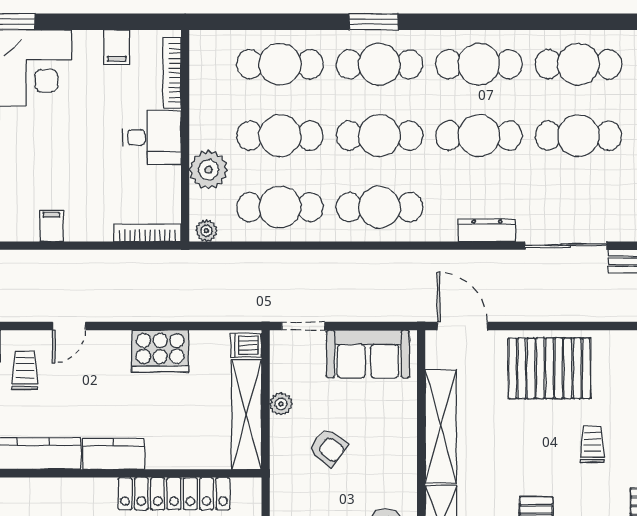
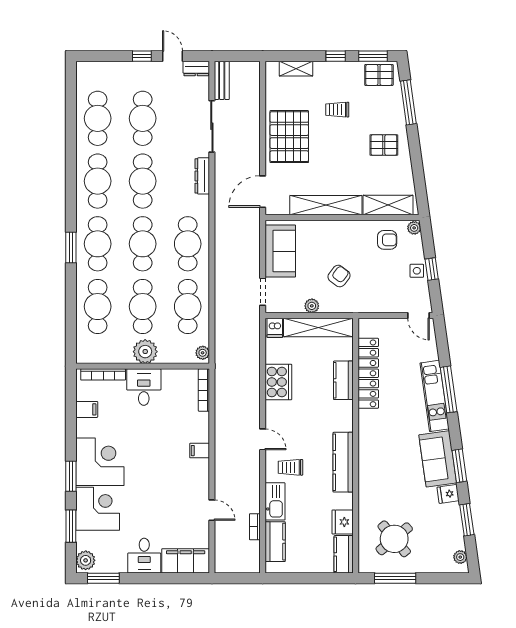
plant: (208, 170) -> (145, 352), moved
kitchen counter: (113, 454) -> (343, 380), moved

